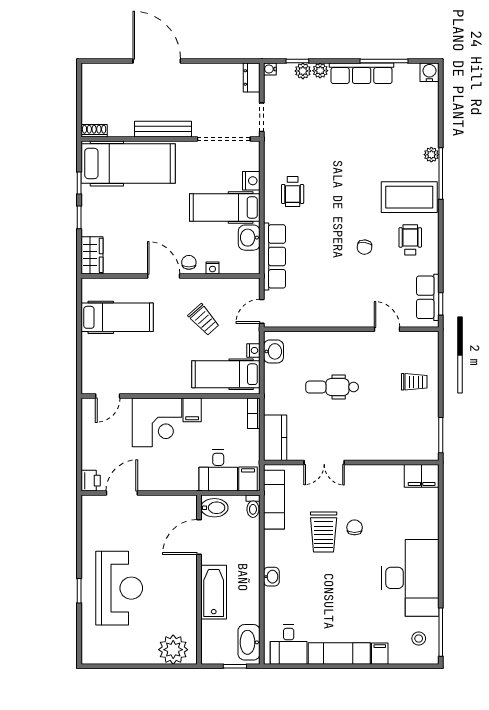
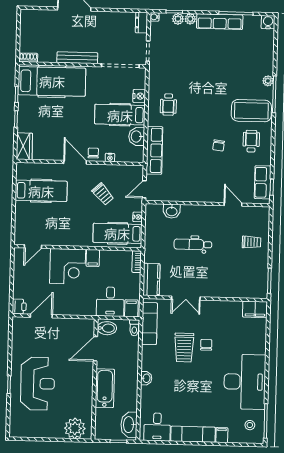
washbasin: (274, 351) -> (172, 211), moved, turned 90

